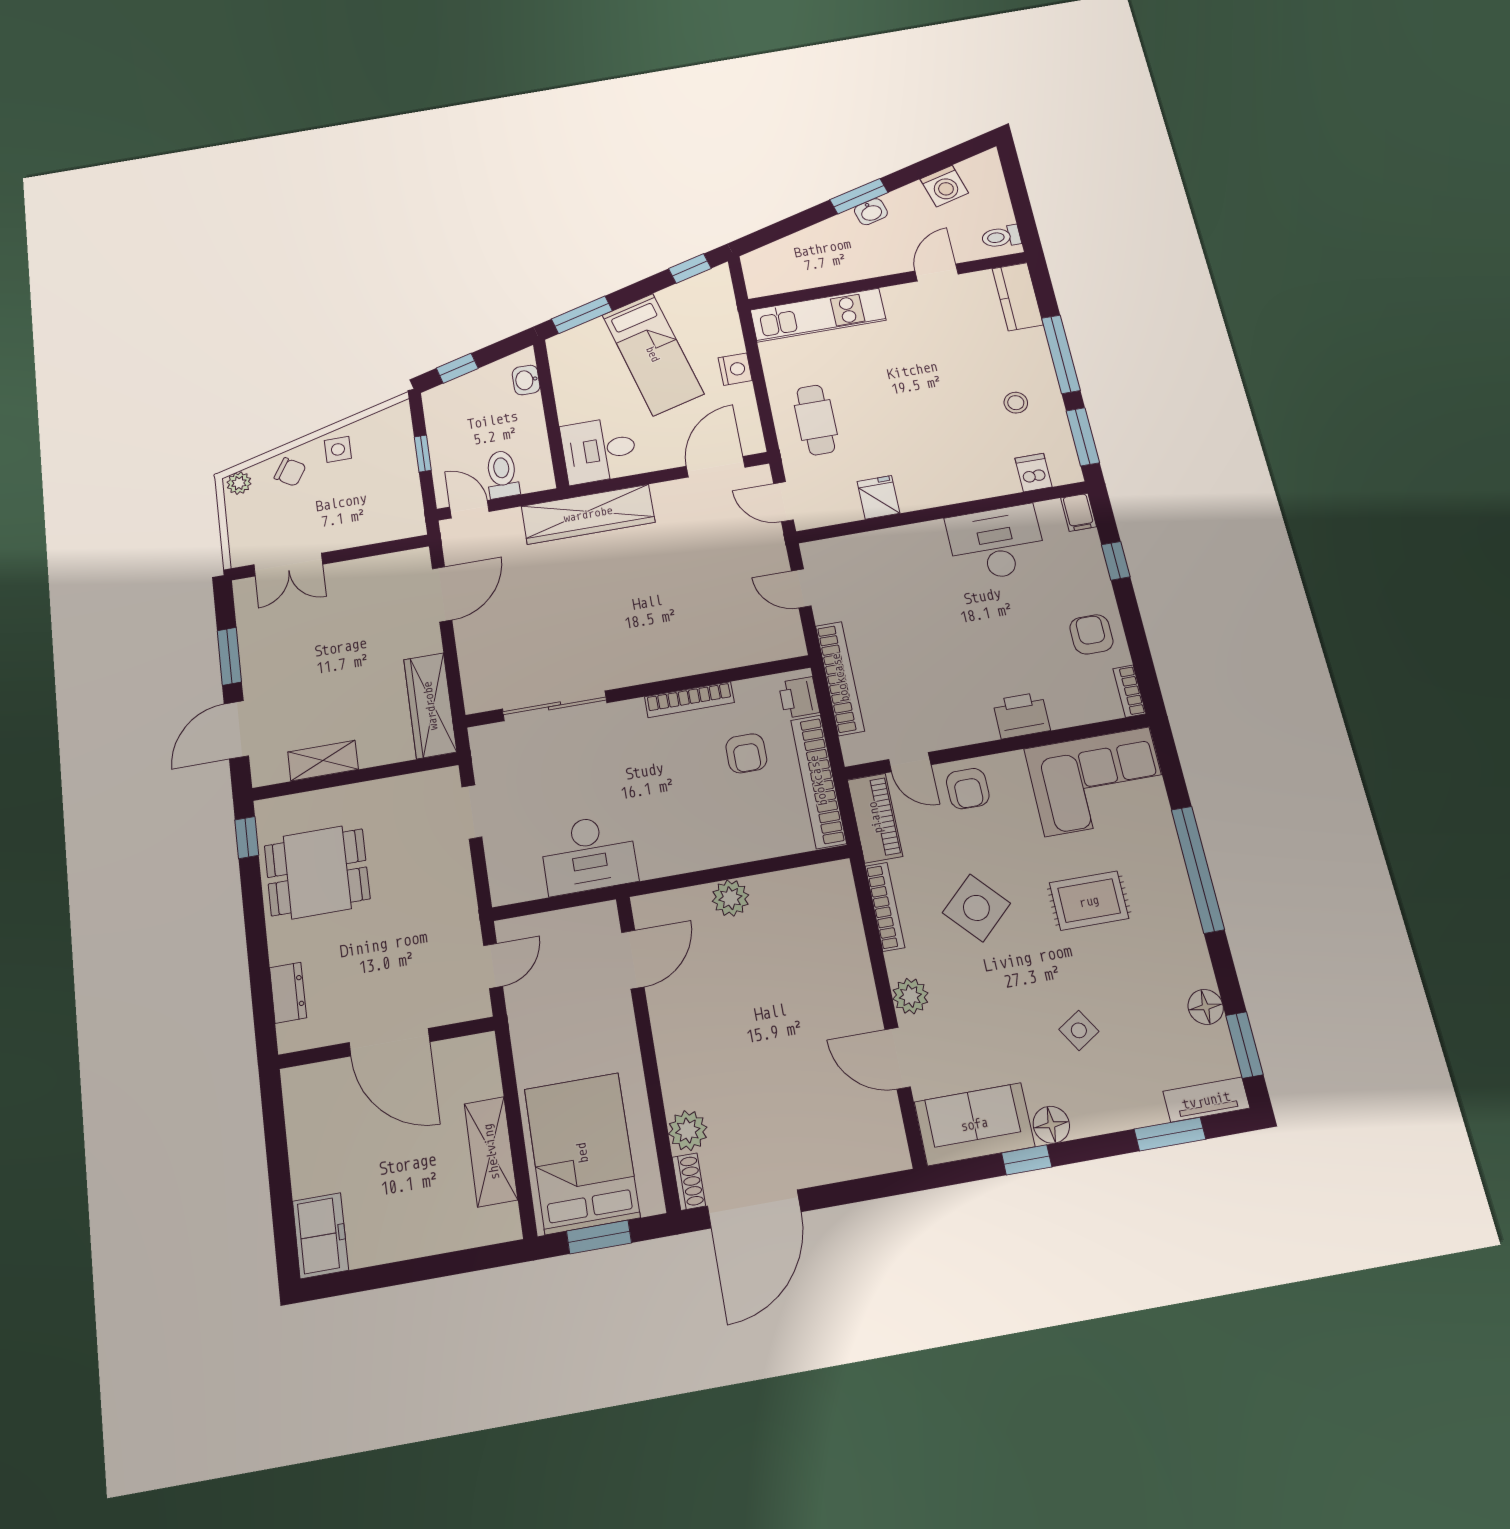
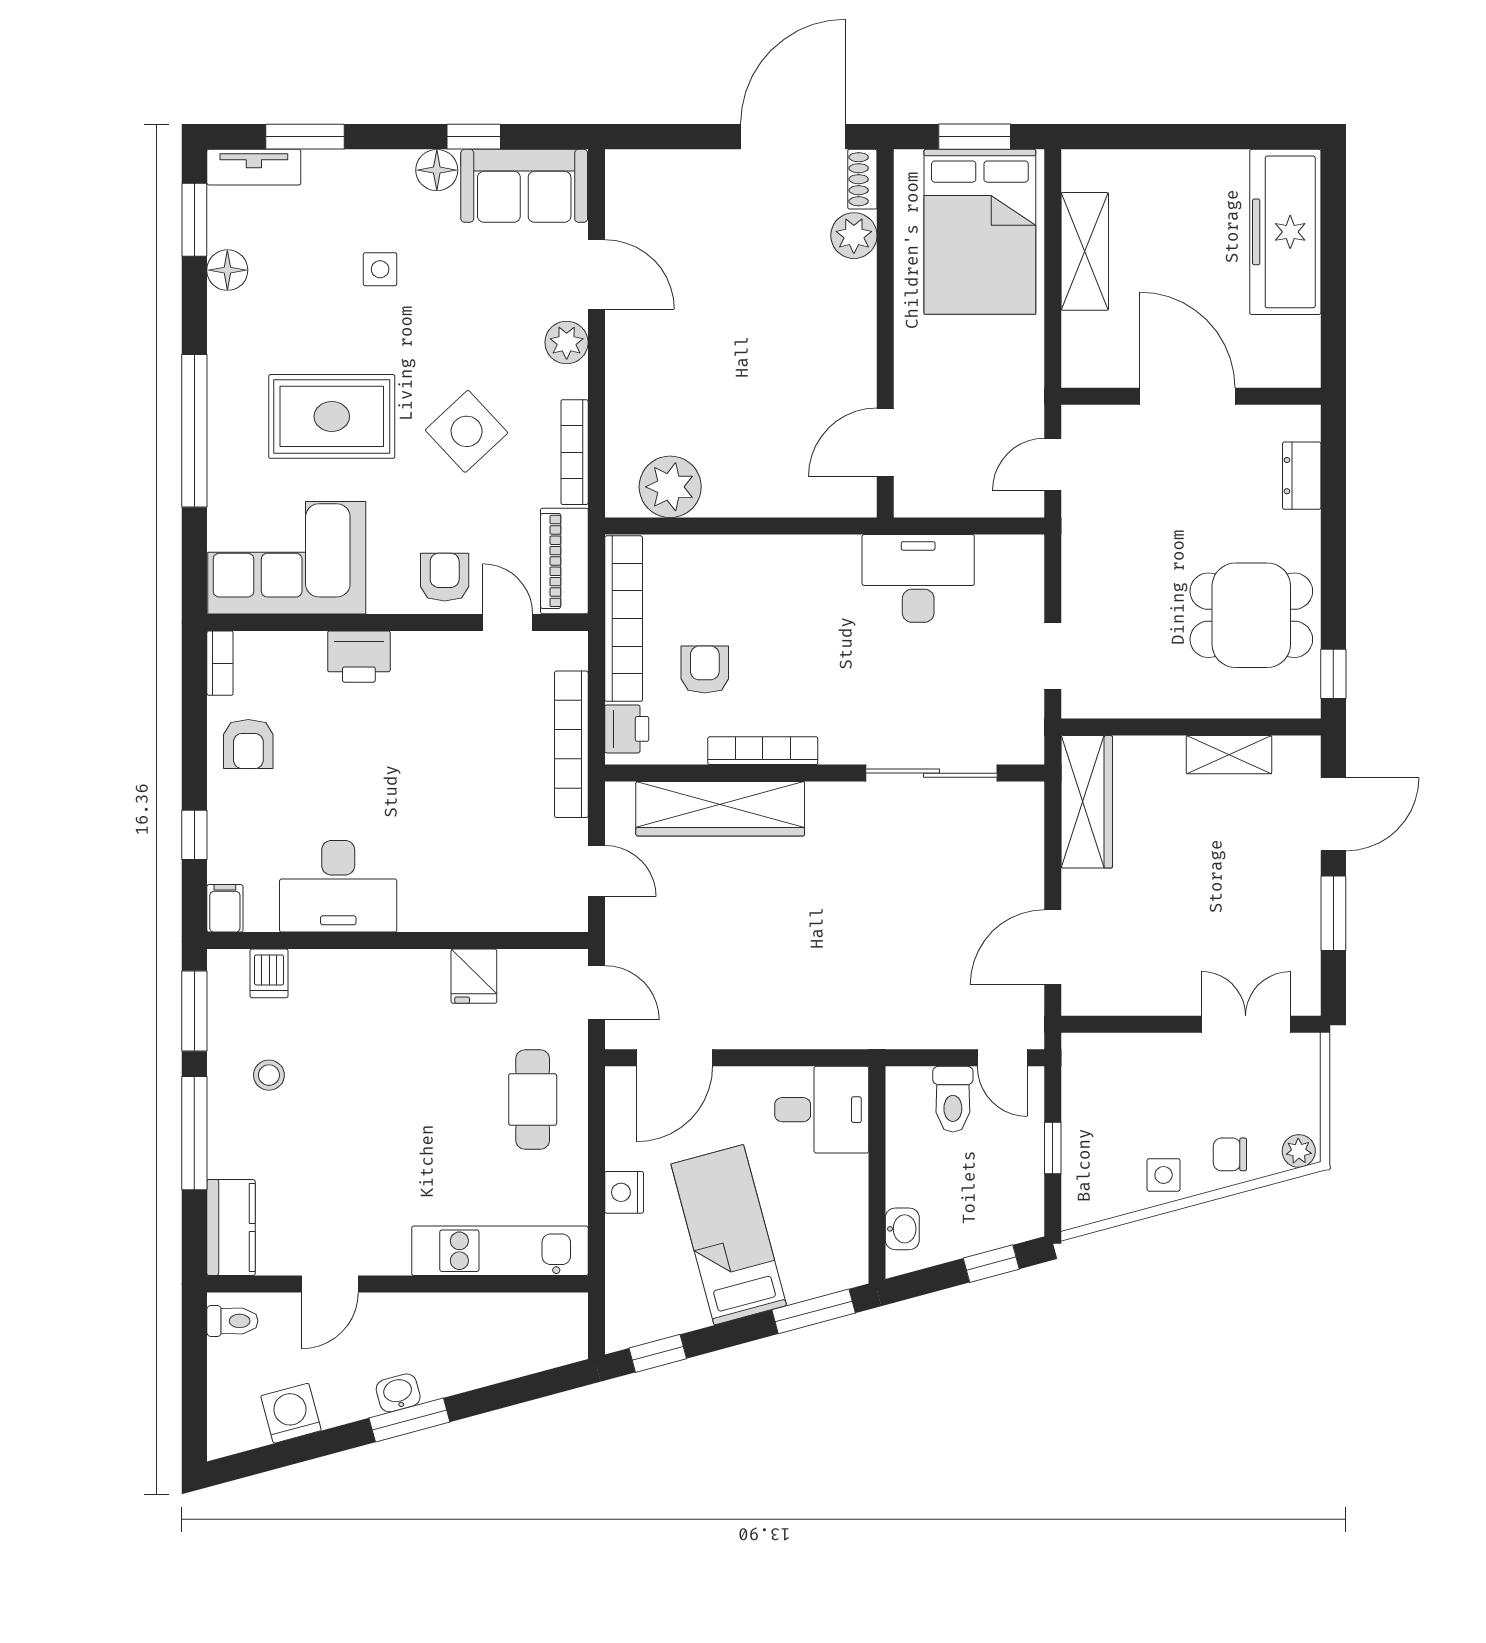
chair: (290, 472) -> (1230, 1154), turned -32
wardrobe: (588, 514) -> (720, 809), moved, turned 180
plant: (730, 898) -> (670, 487), moved, width x1.36, depth x1.36
rug: (1089, 901) -> (332, 416), width x1.36, depth x1.43
side table: (1079, 1030) -> (380, 269), turned 32
freezer: (320, 1236) -> (1285, 232), width x1.91, depth x1.26

